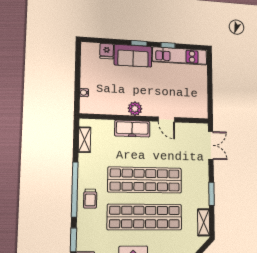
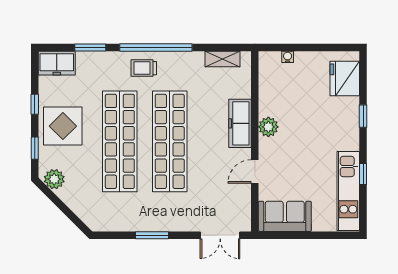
window: (139, 43) -> (363, 116), moved
fridge: (107, 51) -> (345, 78), width x1.88, depth x1.34
sofa: (133, 56) -> (285, 216), moved, turned 90
shelving: (204, 222) -> (113, 223), removed

